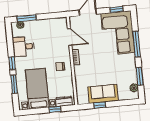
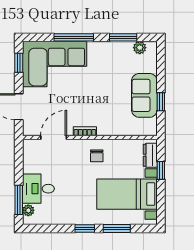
desk: (23, 47) -> (38, 189), moved, turned 90

